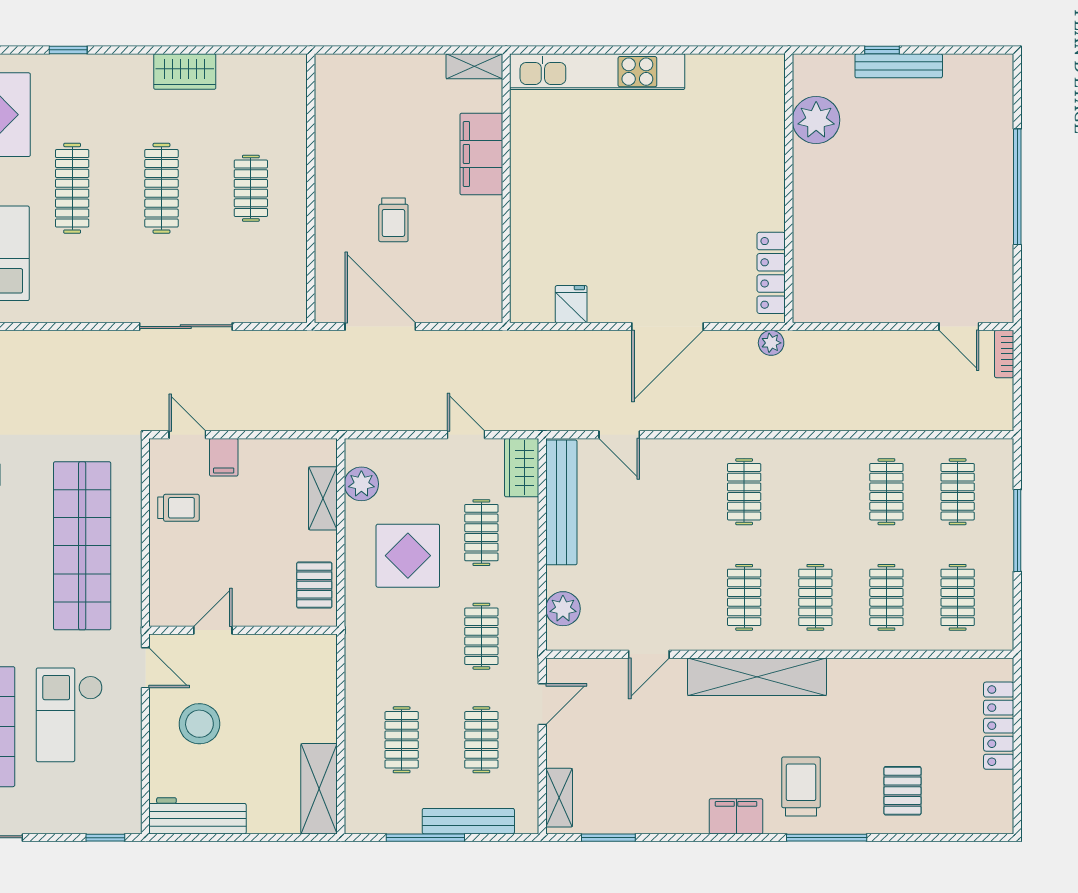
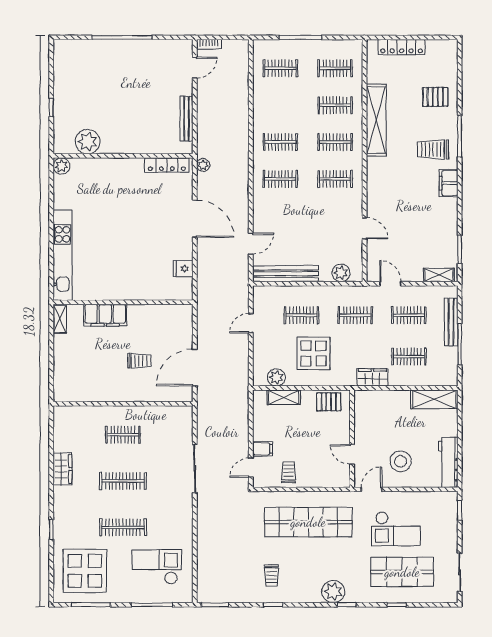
bench: (899, 66) -> (186, 119), moved
plant: (769, 70) -> (61, 166), added
wardrobe: (522, 468) -> (372, 377), moved, turned 180
clothes rail: (886, 492) -> (280, 142), moved
shelving: (757, 677) -> (376, 120), moved

